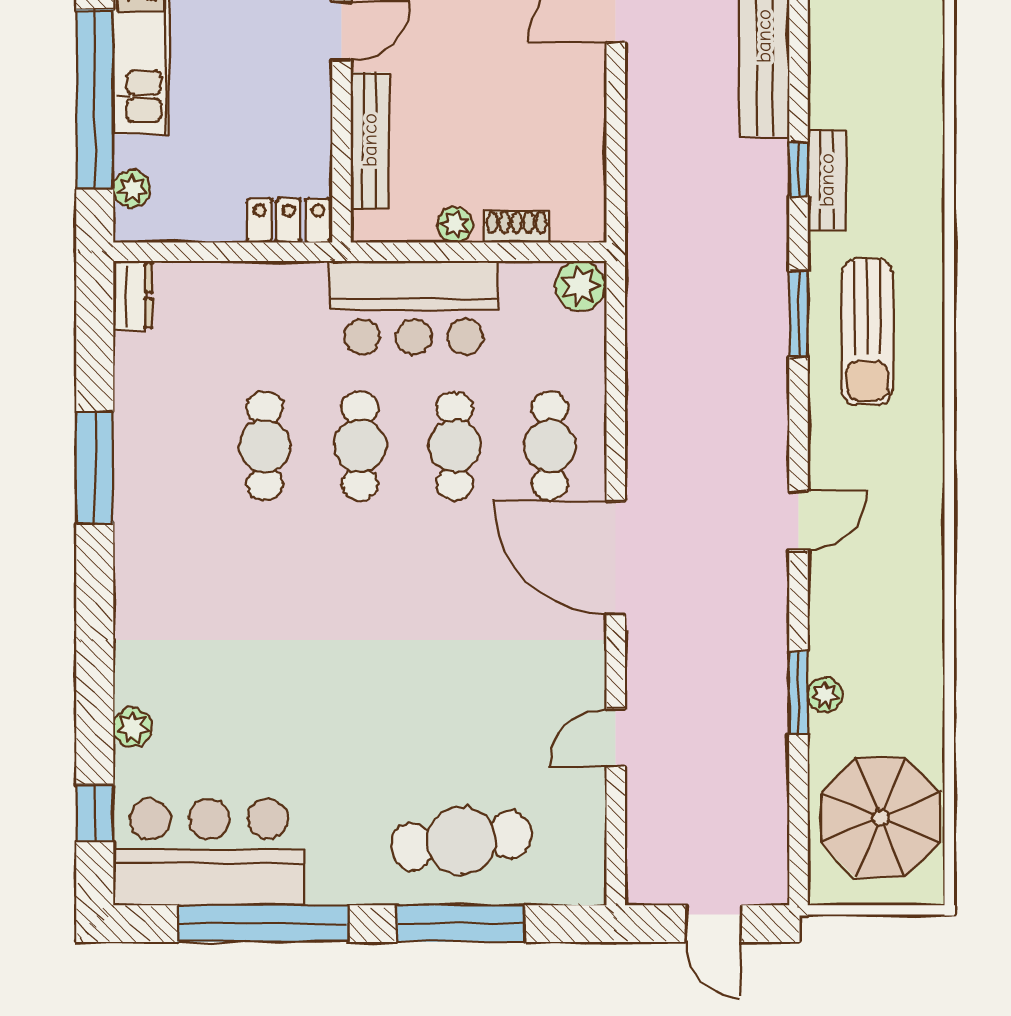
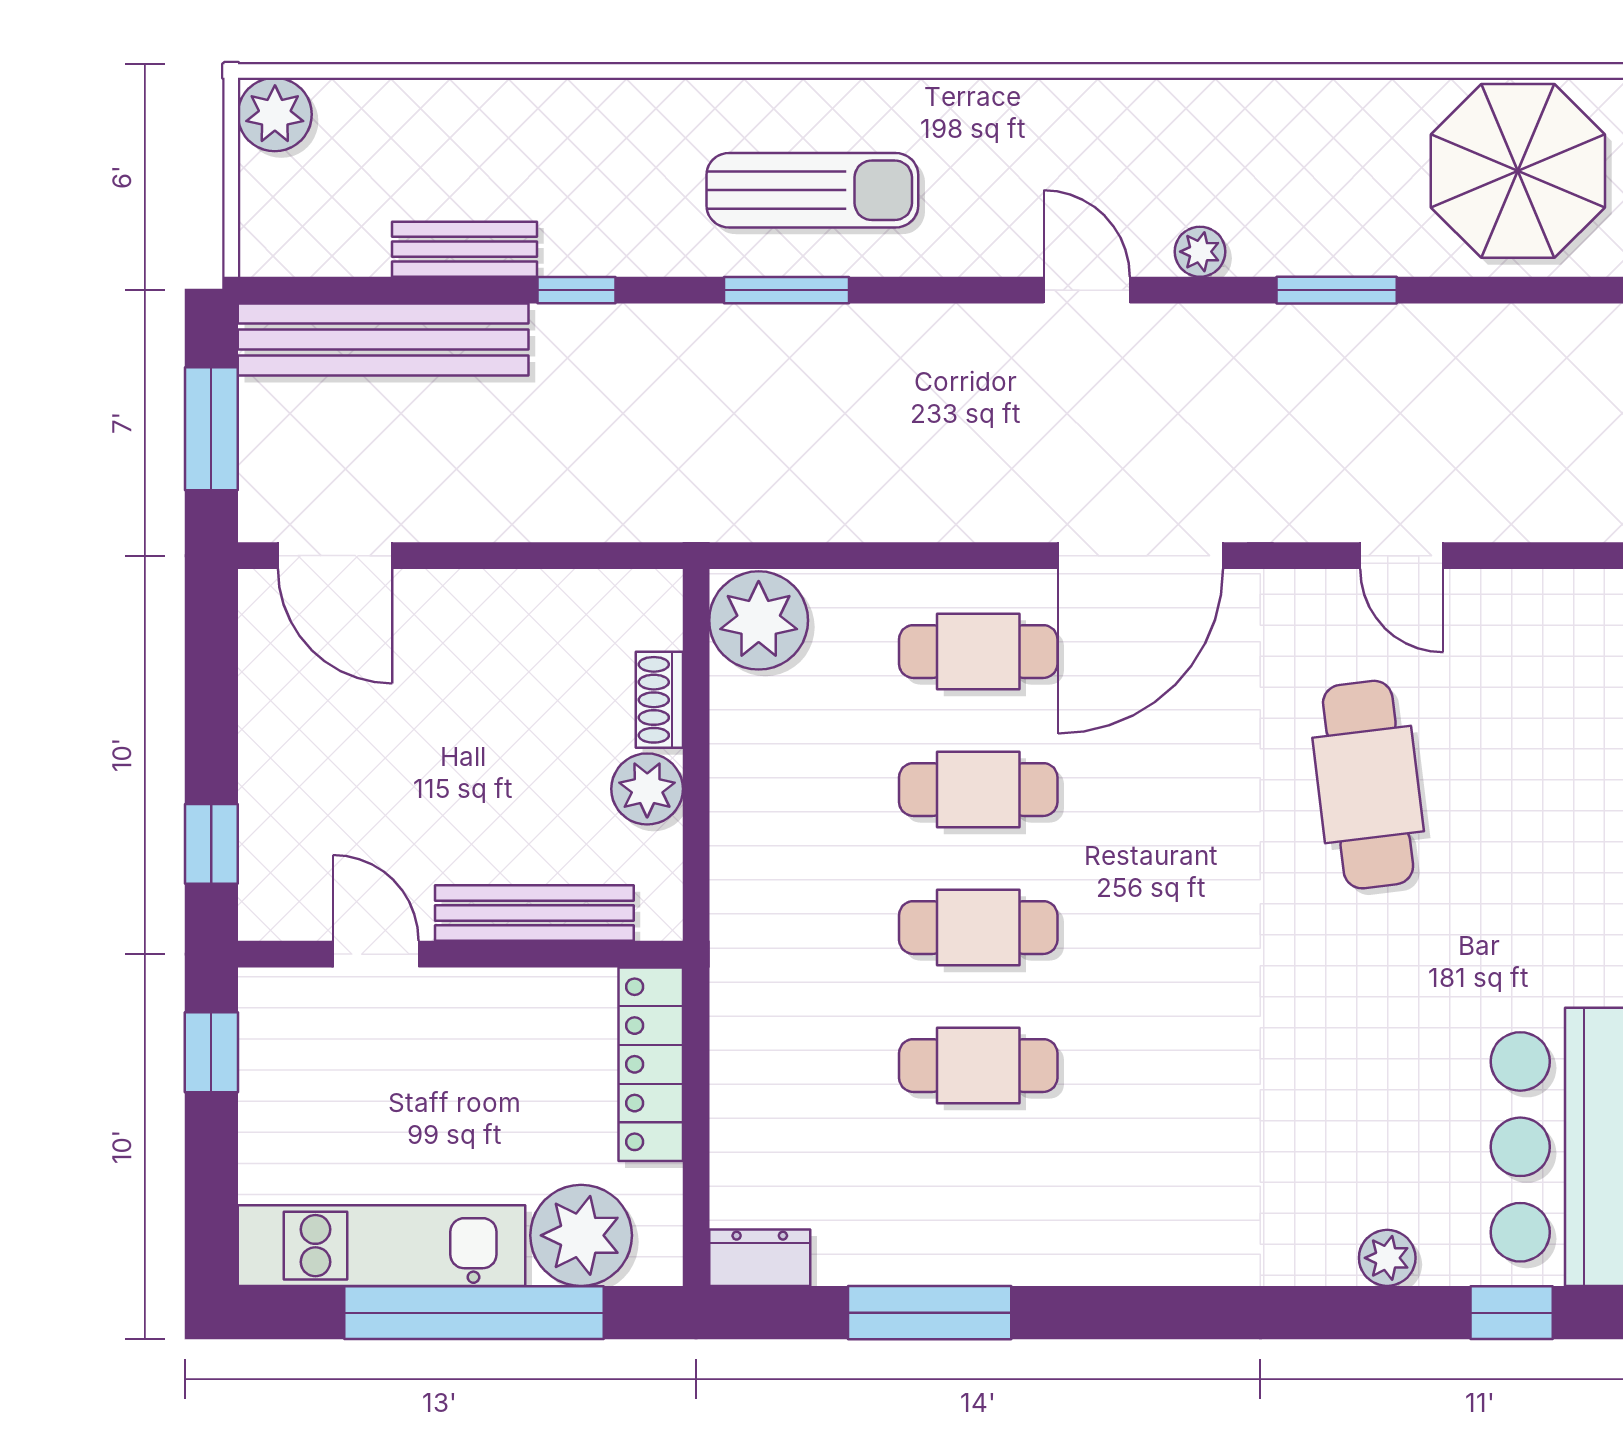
bench: (827, 180) -> (464, 249), moved
plant: (132, 189) -> (581, 1235), width x1.88, depth x1.88
locker: (289, 221) -> (651, 1064), width x1.53
plant: (455, 225) -> (647, 789), width x1.38, depth x1.38
plant: (580, 286) -> (759, 620), width x1.36, depth x1.36
bar counter: (414, 308) -> (777, 849), removed
window: (95, 468) -> (930, 1313), moved
plant: (825, 695) -> (1200, 252), moved
cafe table: (461, 841) -> (1368, 785), moved

